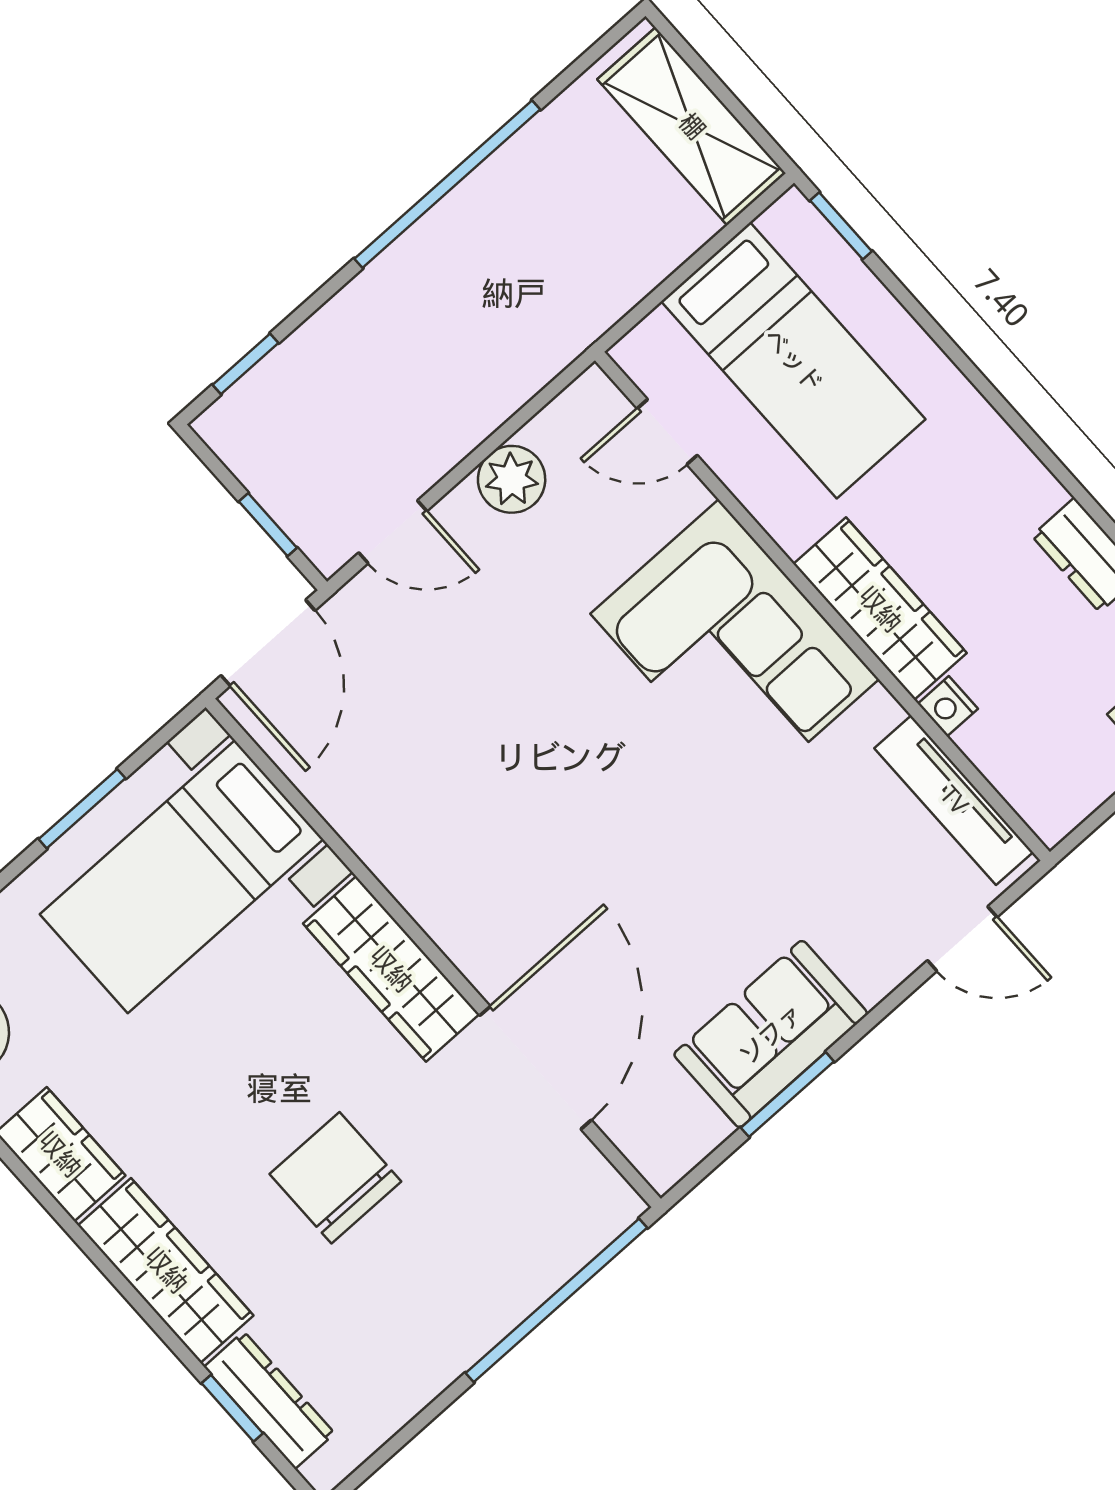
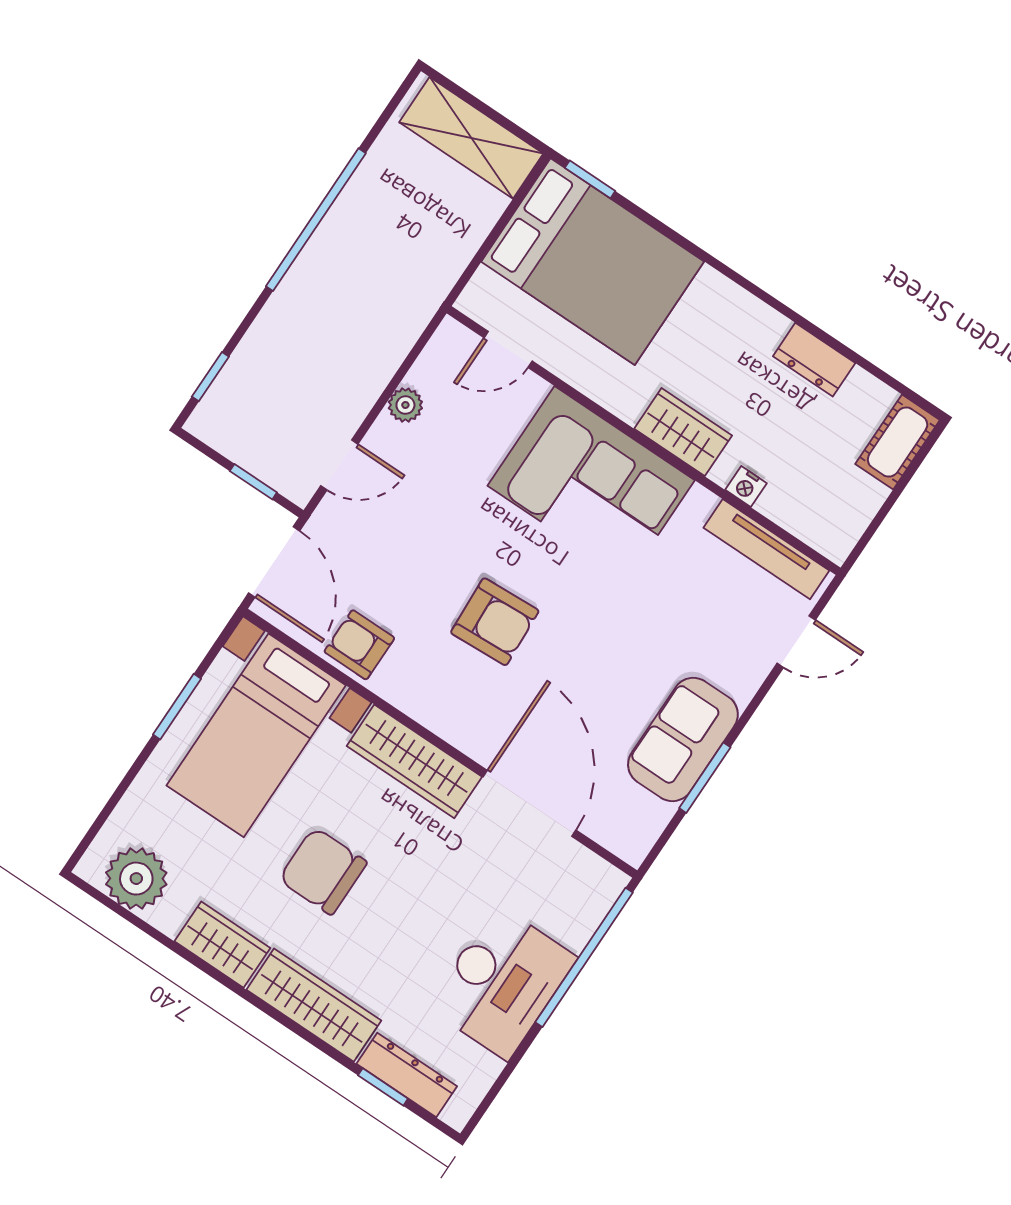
bed: (793, 360) -> (593, 262), width x1.50
plant: (512, 479) -> (405, 405), width x0.73, depth x0.73
wardrobe: (880, 609) -> (683, 432), width x0.67
armchair: (356, 788) -> (359, 645), added
armchair: (552, 804) -> (495, 622), added
chair: (335, 1178) -> (323, 871), moved
desk: (434, 1306) -> (502, 982), added

